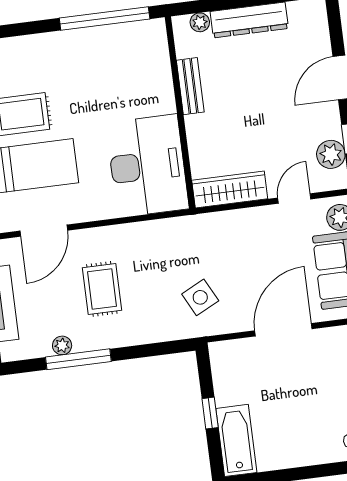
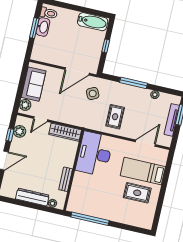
rug: (102, 289) -> (115, 117), moved
door: (283, 330) -> (77, 71), moved
window: (78, 359) -> (134, 83), moved
bathtub: (236, 440) -> (93, 22), moved, turned -90

